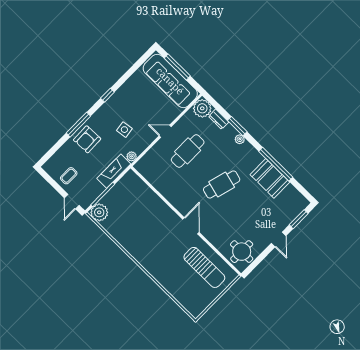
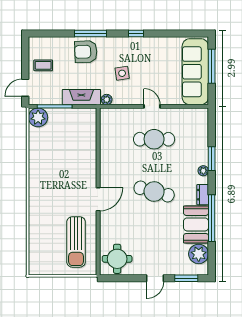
plant: (202, 108) -> (199, 254), moved
dresser: (219, 119) -> (203, 195), moved

